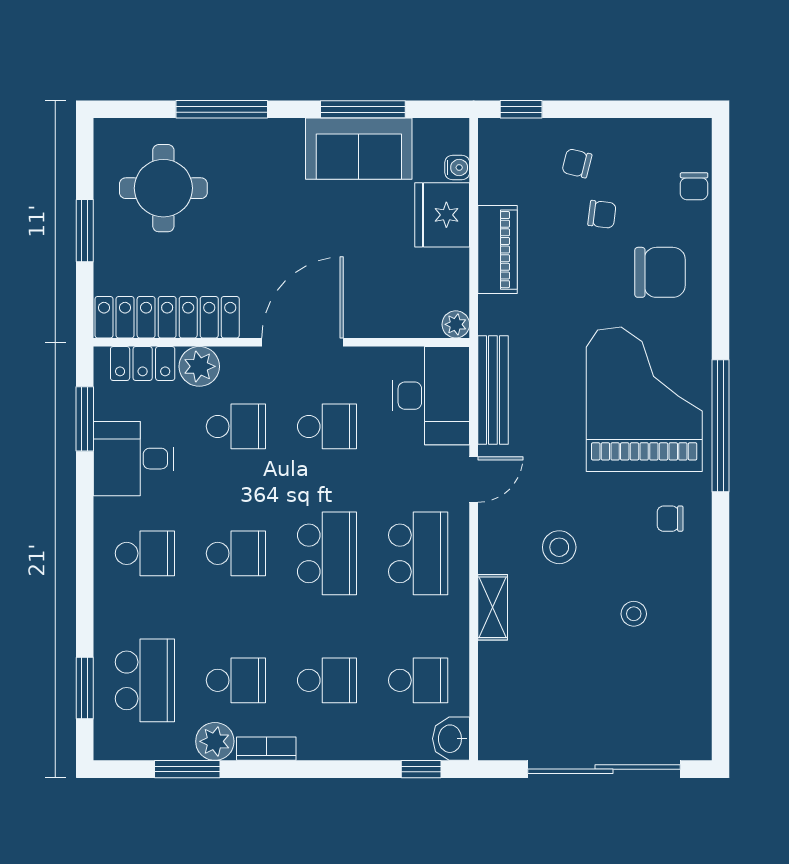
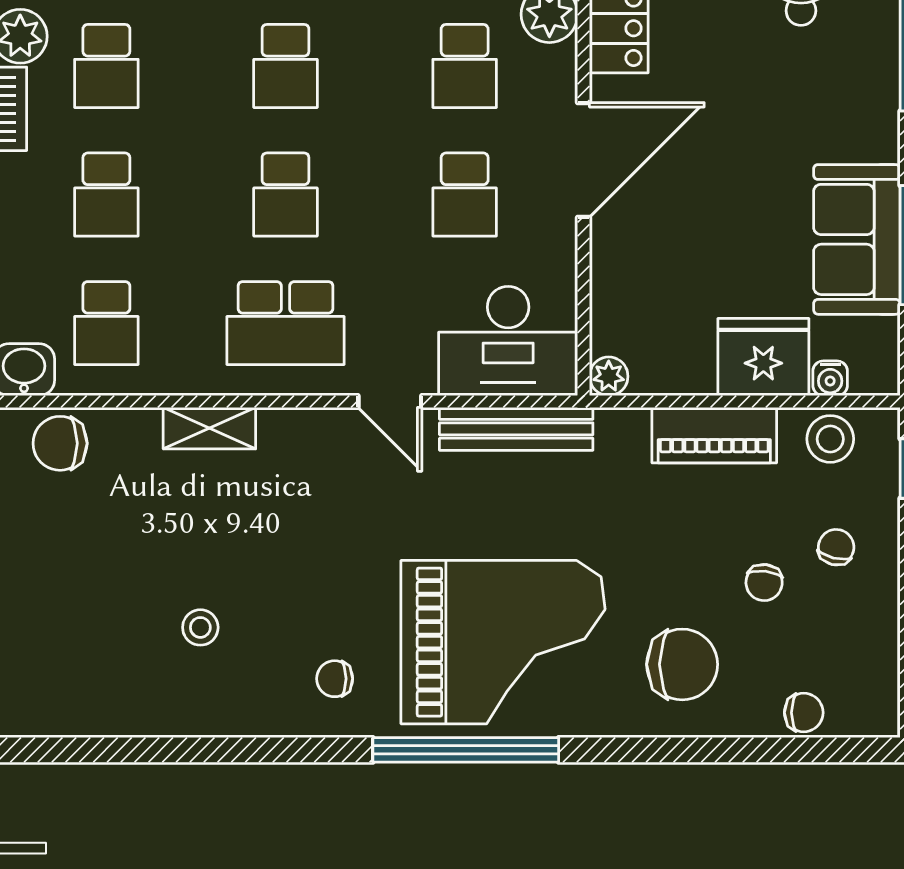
chair: (694, 186) -> (804, 713), turned 180
chair: (660, 272) -> (682, 664), turned -90
door: (303, 342) -> (584, 160), hinge flipped
chair: (670, 519) -> (335, 679), turned -90
stool: (559, 547) -> (830, 439), moved
school desk: (327, 553) -> (285, 195), width x0.54
chair: (503, 713) -> (60, 443), added

